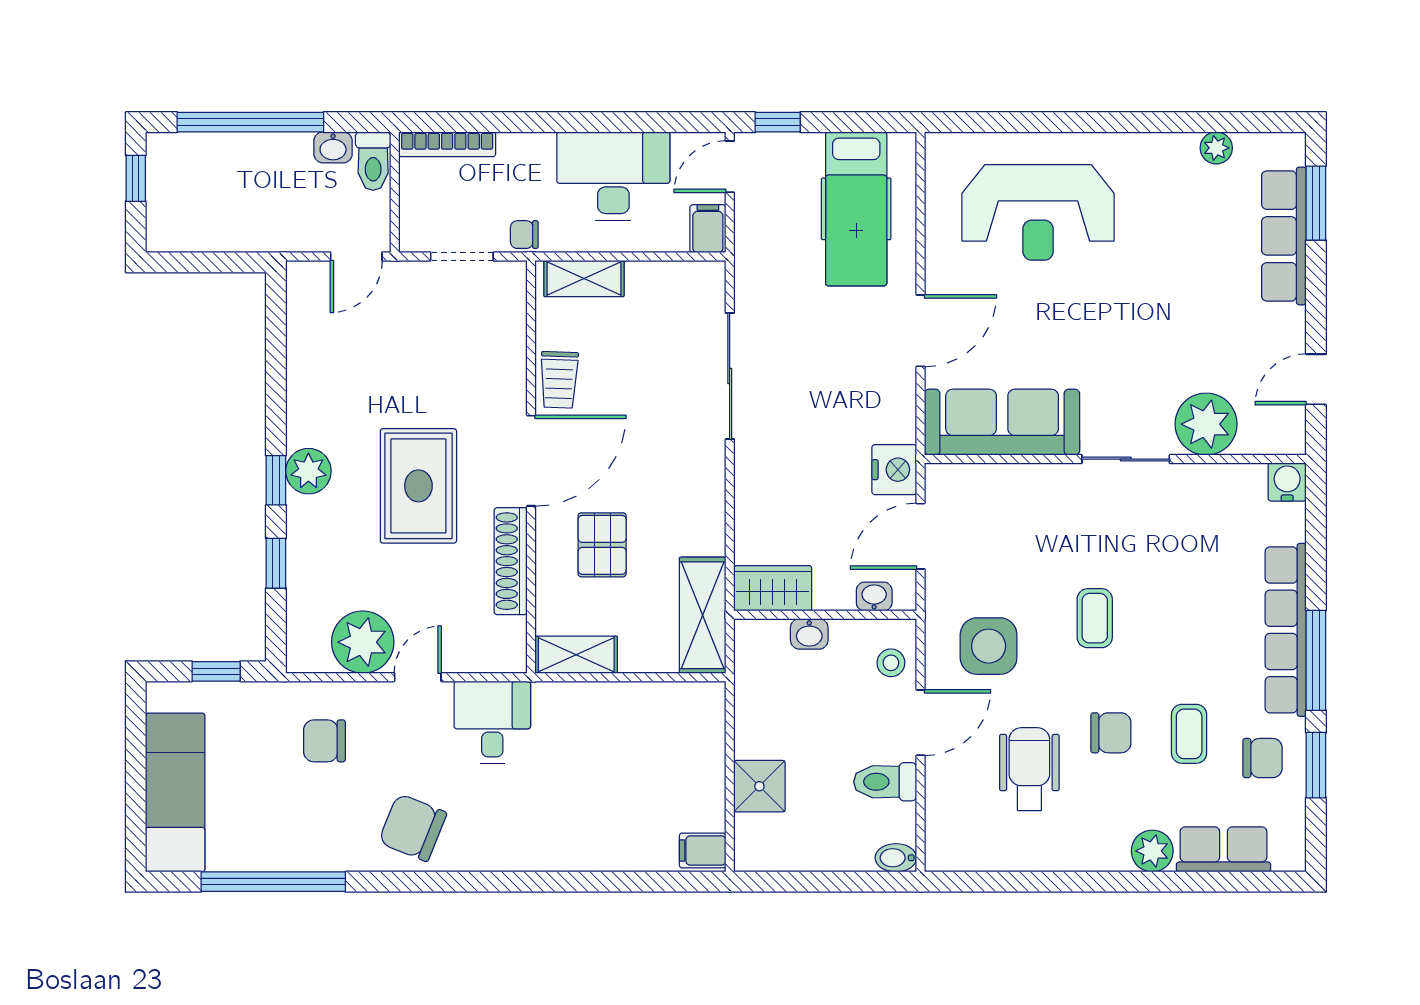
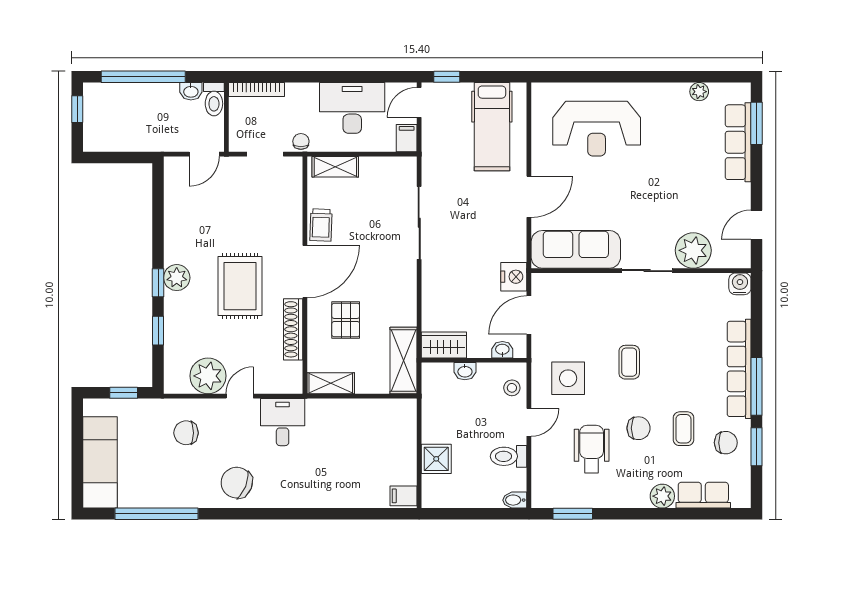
chair: (524, 235) -> (301, 141), turned 90
door: (921, 723) -> (529, 422), width x0.73
window: (997, 882) -> (573, 514), added

